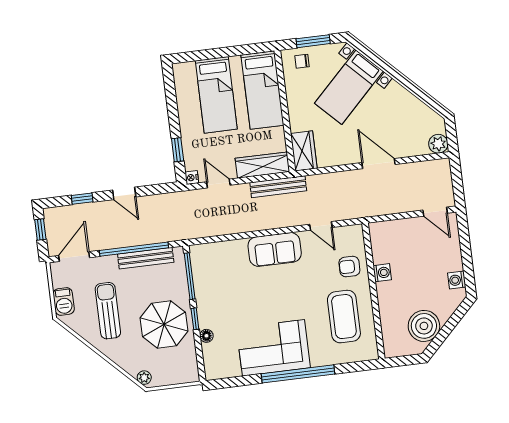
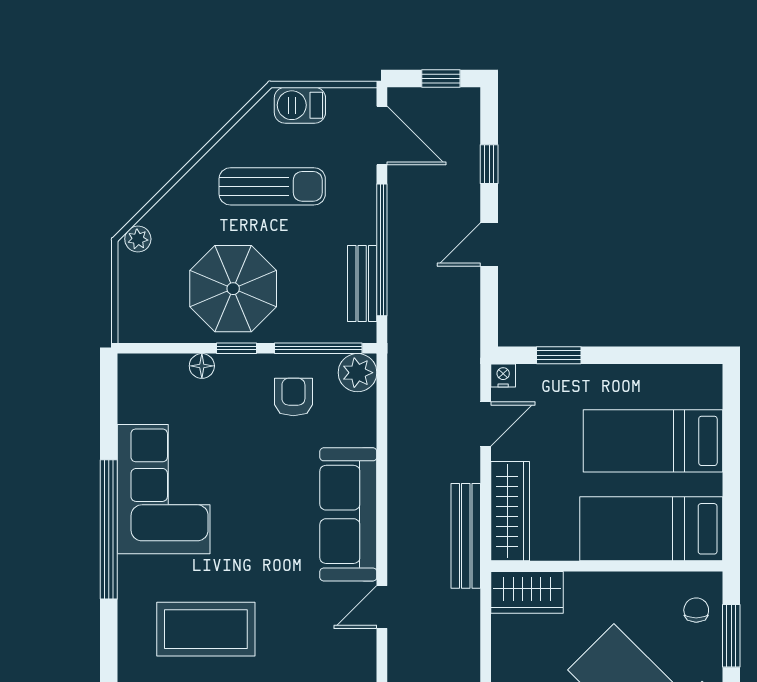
sofa: (275, 249) -> (348, 514), width x1.36
plant: (200, 254) -> (358, 373), added
bench: (146, 258) -> (362, 284), width x0.73
armchair: (349, 267) -> (293, 397), moved

